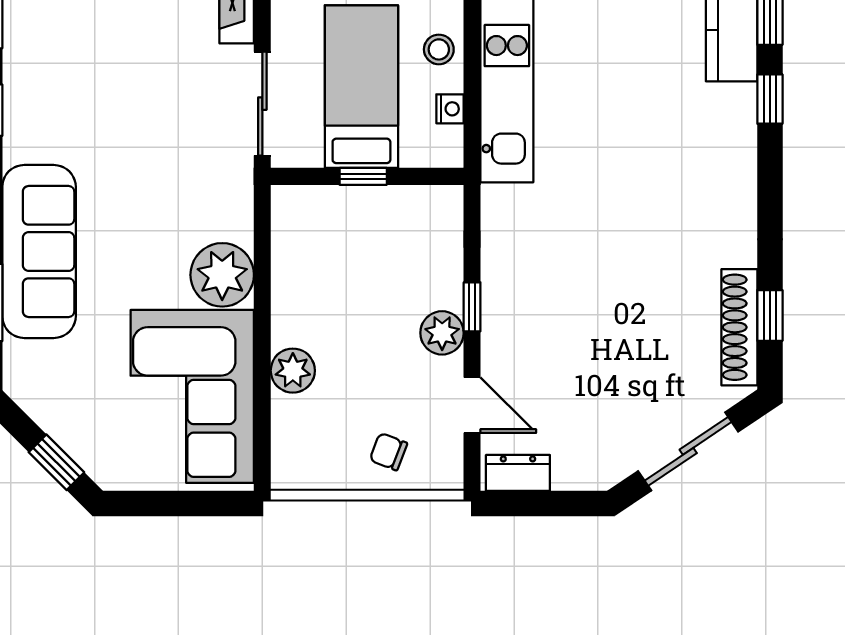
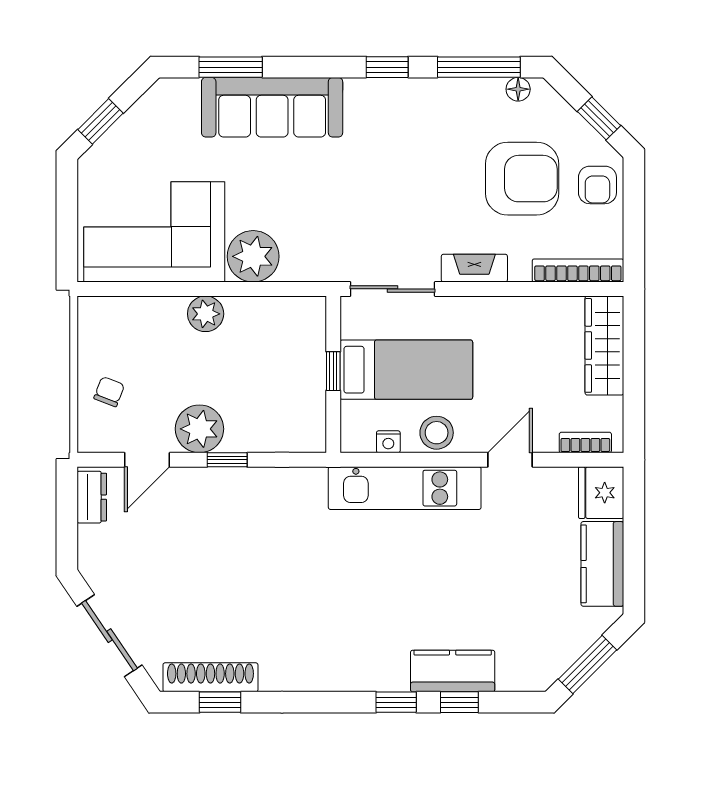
stool: (439, 49) -> (437, 433), width x1.37, depth x1.37
plant: (442, 333) -> (199, 429), width x1.36, depth x1.36
plant: (293, 371) -> (206, 314), moved

